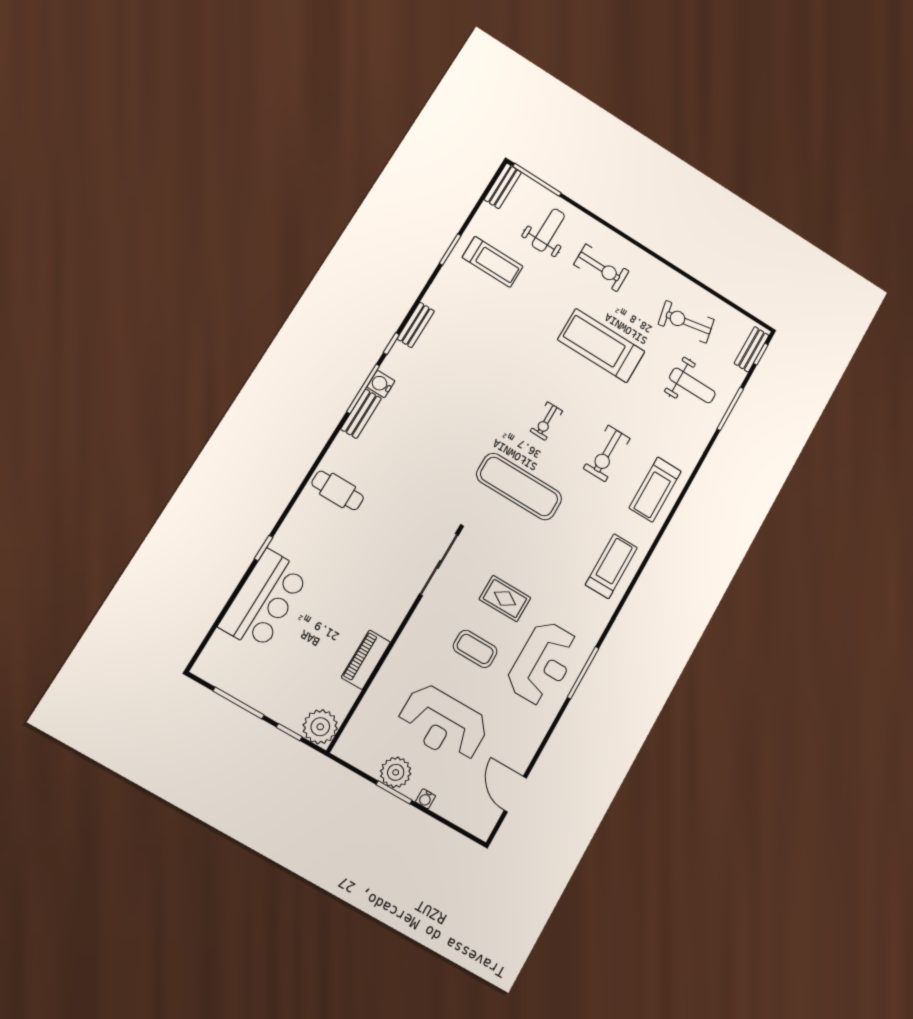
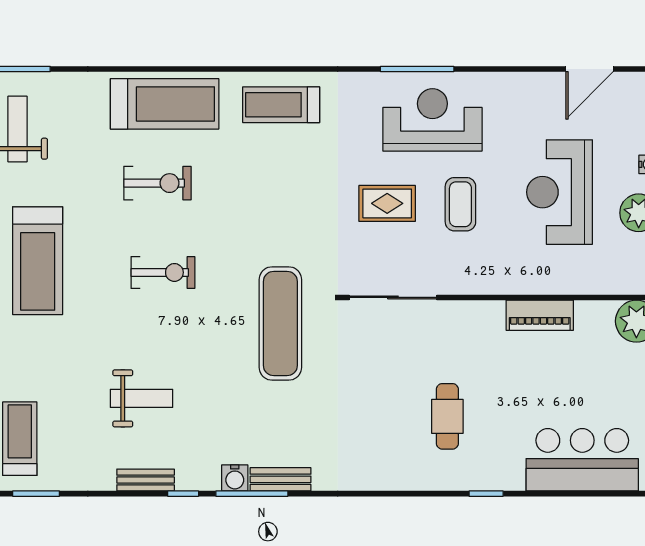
weight bench: (472, 356) -> (141, 398), added
exercise bike: (546, 421) -> (163, 272), width x1.38, depth x1.39
exercise mat: (519, 487) -> (280, 323), moved
cafe table: (338, 490) -> (447, 416), moved
treadmill: (655, 490) -> (165, 104), width x1.37, depth x1.38
rug: (505, 599) -> (387, 203), turned 90
bar counter: (264, 600) -> (582, 460), moved
reception desk: (443, 724) -> (560, 192), turned 180

